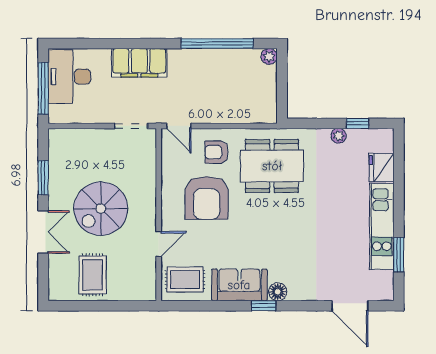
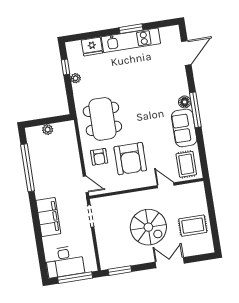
plant: (269, 56) -> (48, 130), moved
door: (179, 126) -> (86, 184), hinge flipped
window: (43, 178) -> (120, 271), moved
armchair: (207, 198) -> (130, 159), turned 90
window: (399, 255) -> (131, 29), moved
window: (264, 306) -> (195, 110), width x2.17

